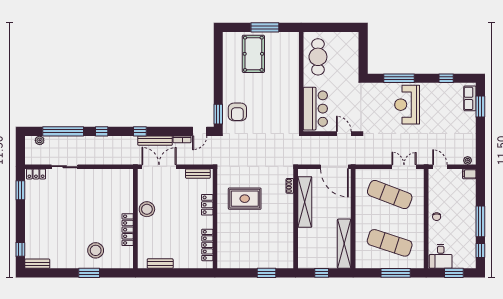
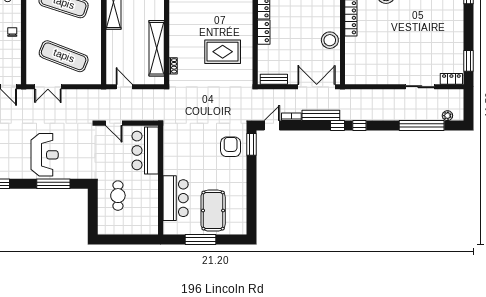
cafe table: (318, 57) -> (118, 196), moved, width x0.73, depth x0.74
bar counter: (288, 65) -> (176, 198), added
window: (102, 131) -> (359, 126), moved
double door: (159, 167) -> (317, 87), swing flipped
door: (334, 167) -> (124, 87), width x0.53
locker: (207, 205) -> (264, 32), moved

